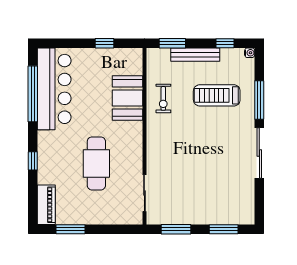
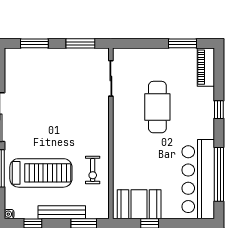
treadmill: (217, 95) -> (41, 173), width x1.37, depth x1.37
booth: (128, 98) -> (139, 204), moved, turned 90
exercise bike: (163, 98) -> (93, 170), turned 180

